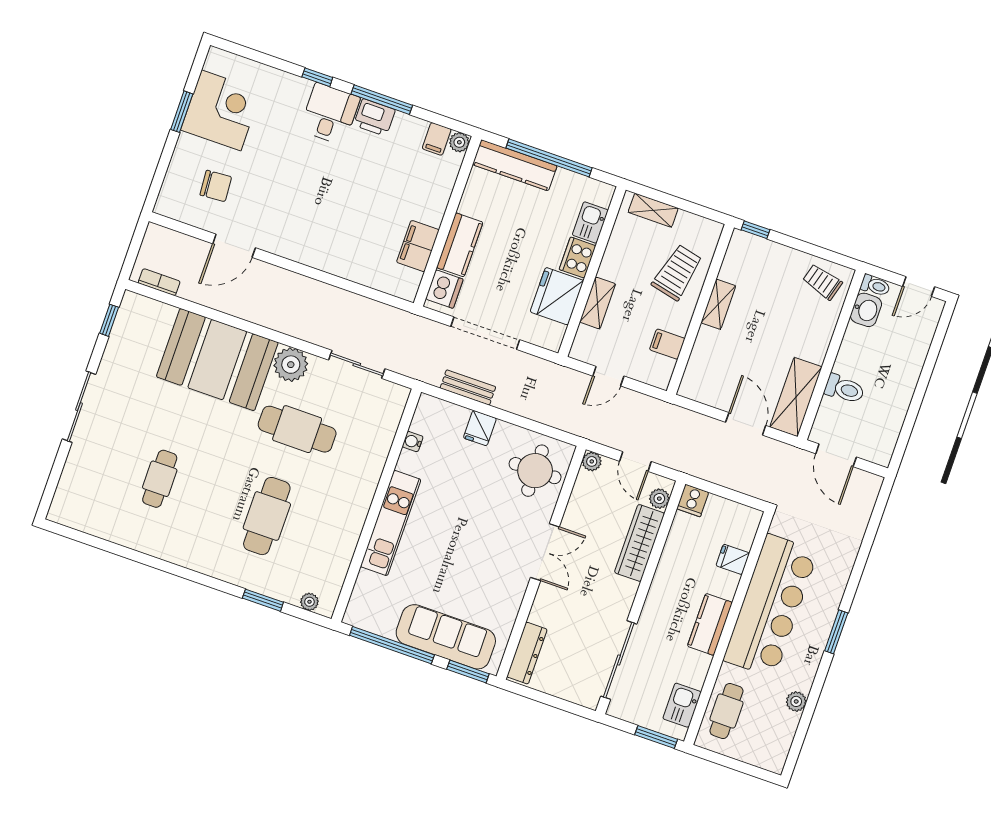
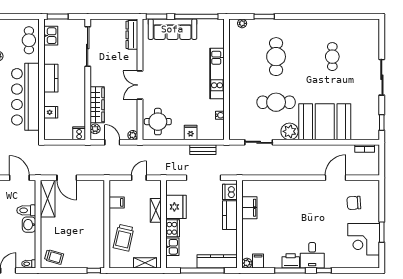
shelving: (718, 304) -> (99, 229), removed
washbasin: (866, 310) -> (29, 225), moved

